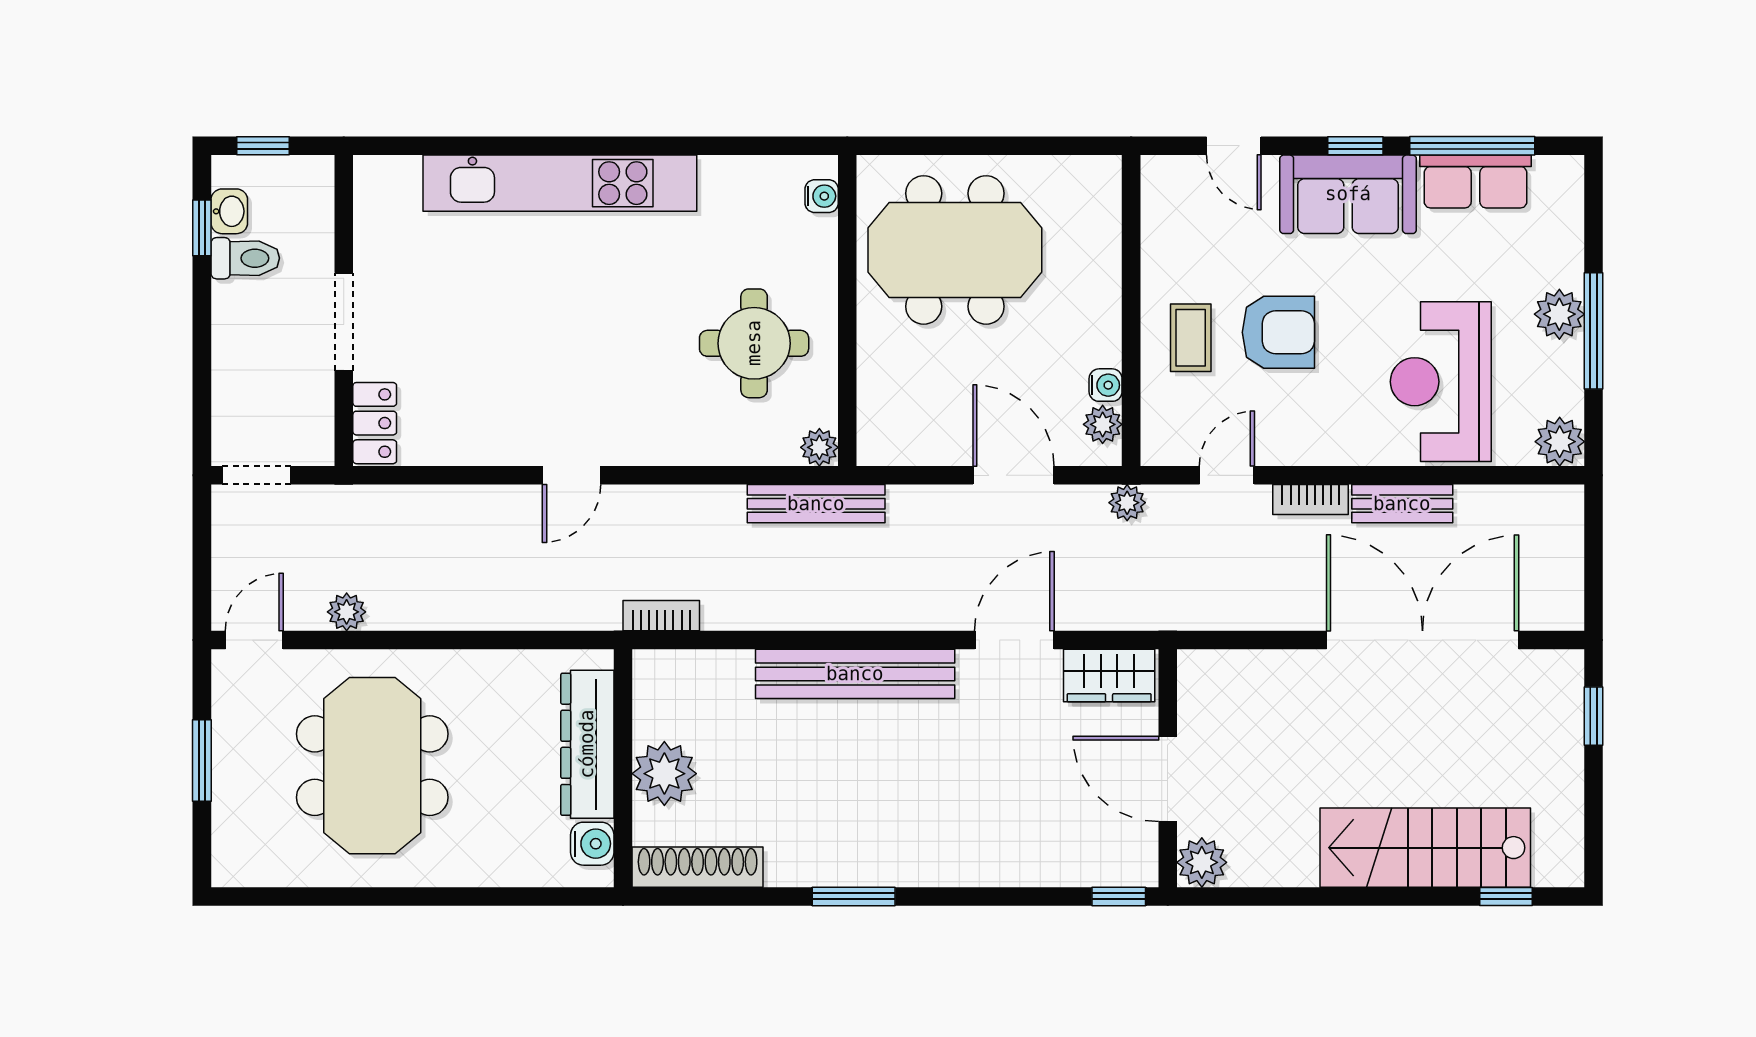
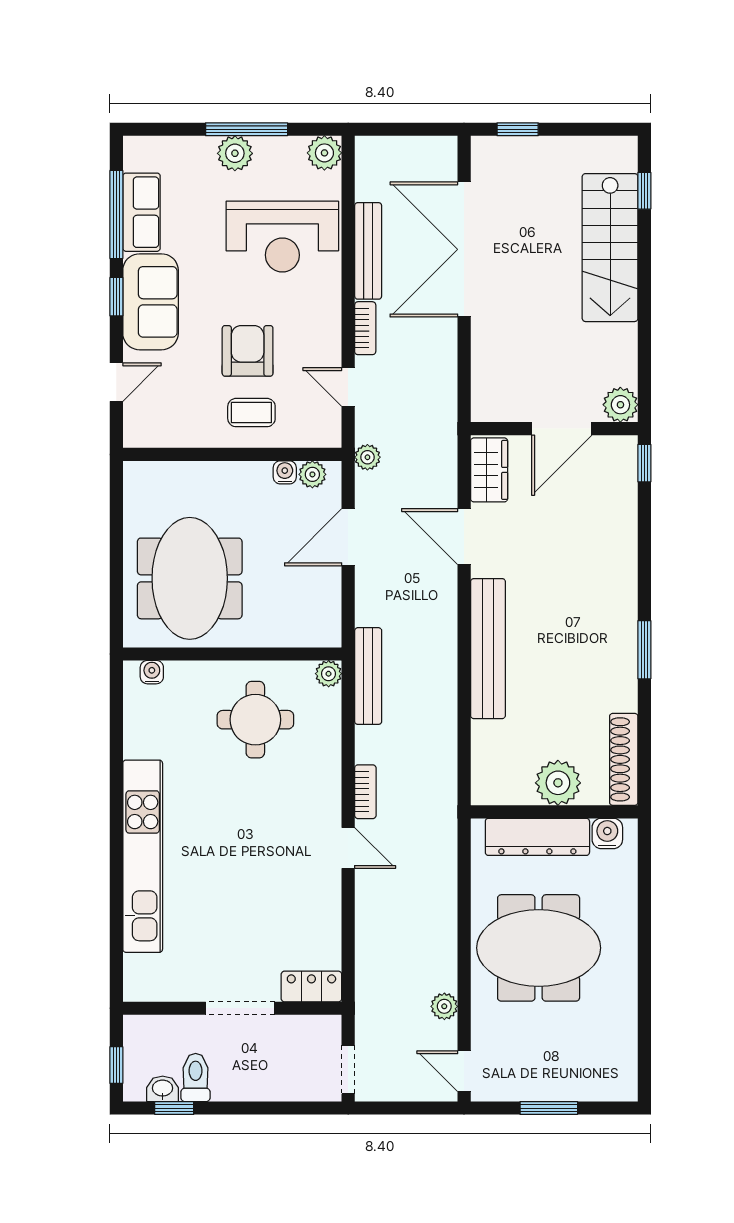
bench: (1402, 504) -> (368, 251), width x1.36
bookcase: (661, 616) -> (365, 792), moved, turned 180
meeting table: (372, 766) -> (539, 948), moved

